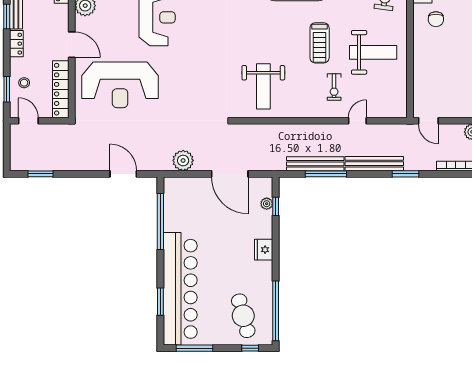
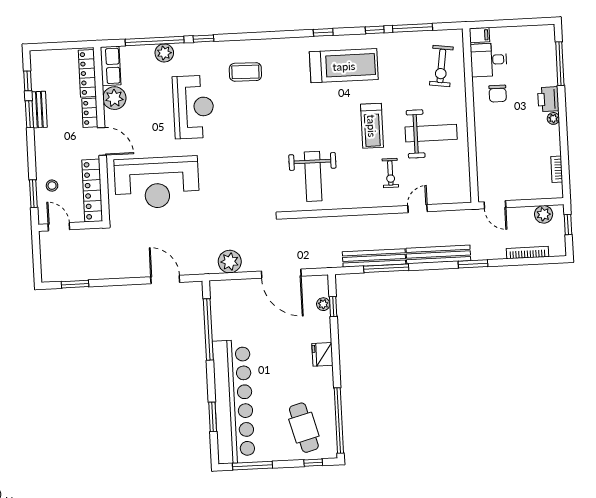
locker: (16, 44) -> (90, 113), moved, turned 180

